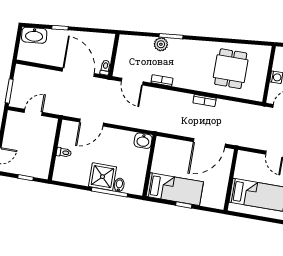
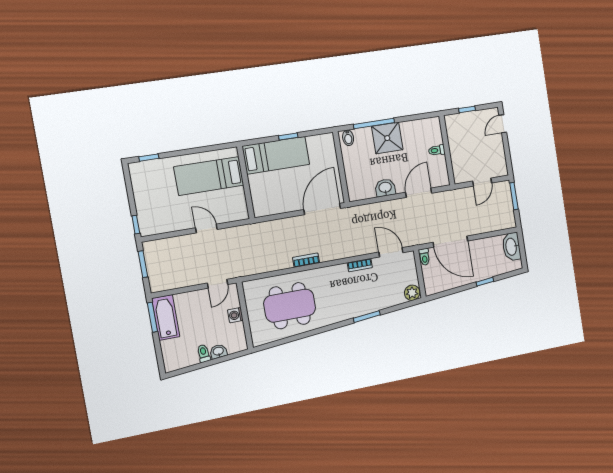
washbasin: (34, 35) -> (512, 247), moved, turned -85
plant: (161, 44) -> (412, 293), moved
dining table: (231, 69) -> (290, 306), width x1.38
washbasin: (143, 141) -> (385, 188), moved
door: (209, 143) -> (322, 209), moved
bidet: (119, 185) -> (348, 138), moved
bed: (175, 189) -> (276, 155), moved, turned 180

